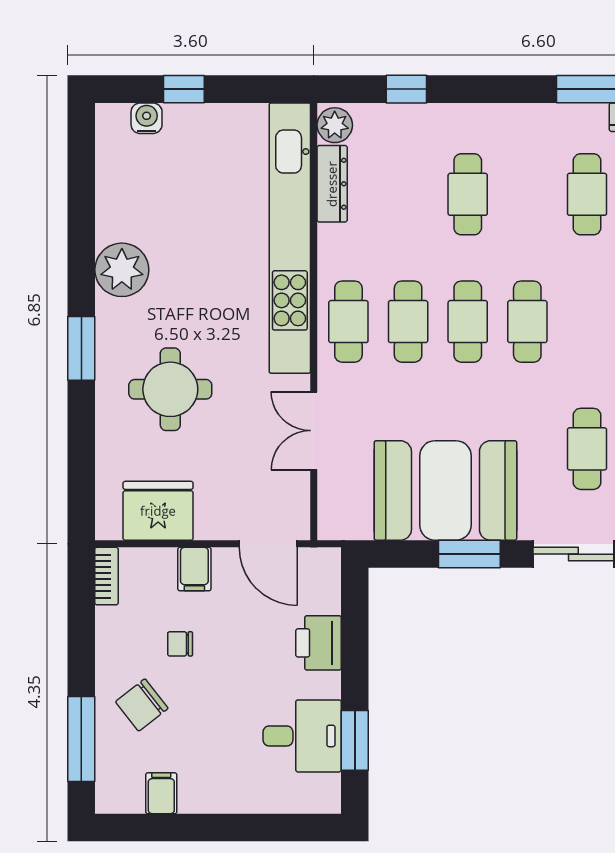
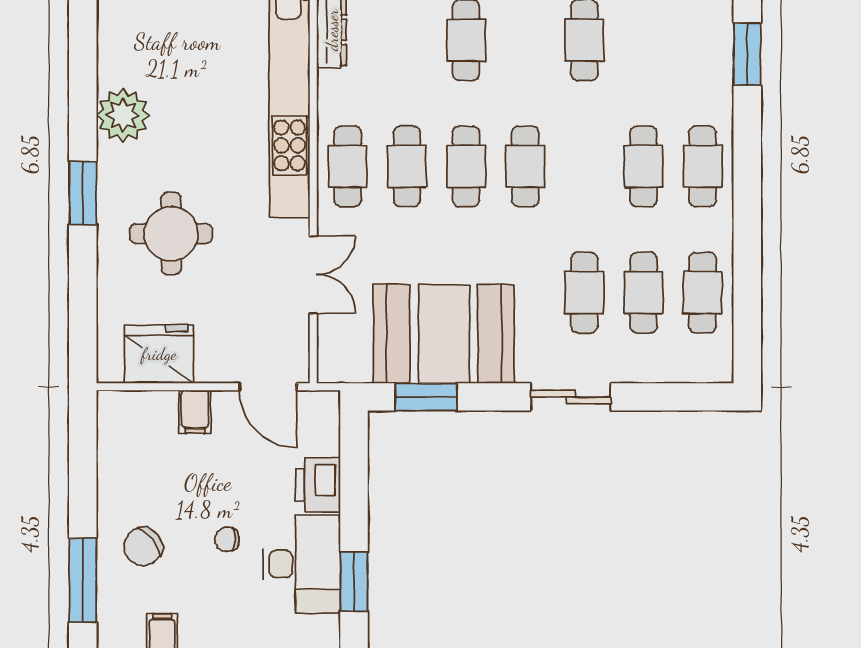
double door: (314, 431) -> (313, 275), swing flipped
window: (469, 554) -> (426, 397), moved
bookcase: (107, 576) -> (108, 419), removed
chair: (180, 644) -> (227, 539), moved
desk: (302, 736) -> (302, 564), width x1.37

